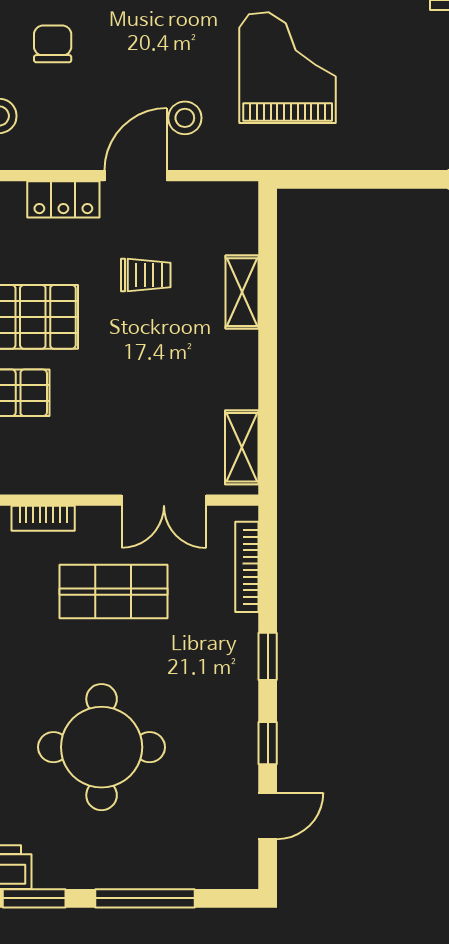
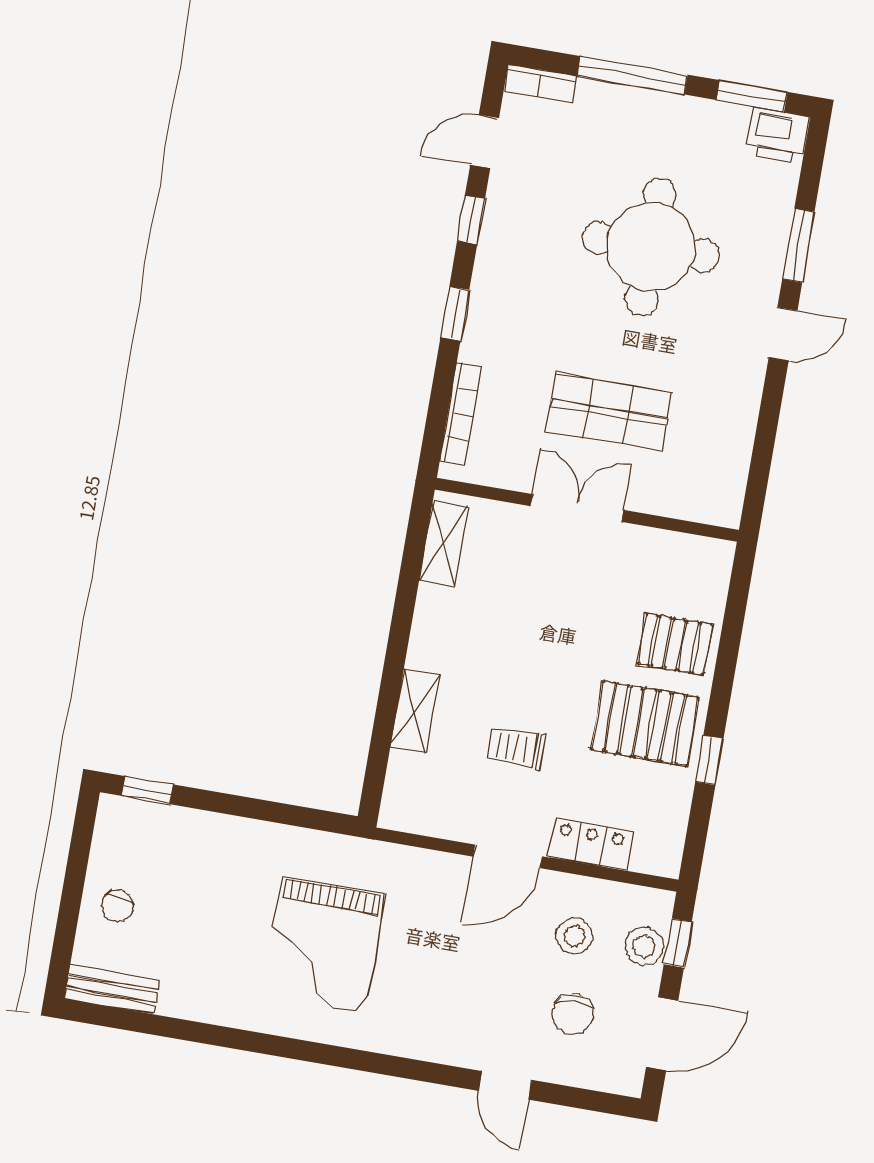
stool: (185, 118) -> (574, 936), moved
double door: (164, 500) -> (577, 508), moved
bookcase: (43, 518) -> (540, 84), moved, turned 180

